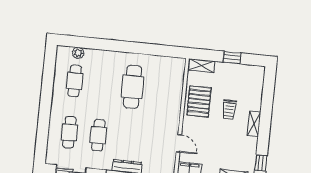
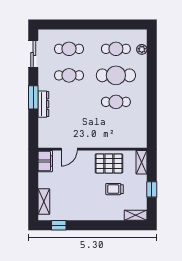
cafe table: (104, 84) -> (116, 75), added
cafe table: (133, 87) -> (116, 102), width x0.73, depth x0.74
trolley: (229, 110) -> (114, 189), moved
shelving: (254, 124) -> (136, 215), moved

